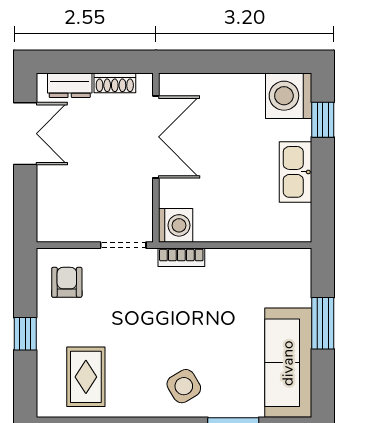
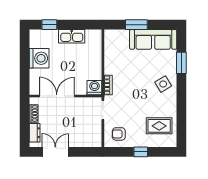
washing machine: (289, 96) -> (39, 58), moved, turned -90

